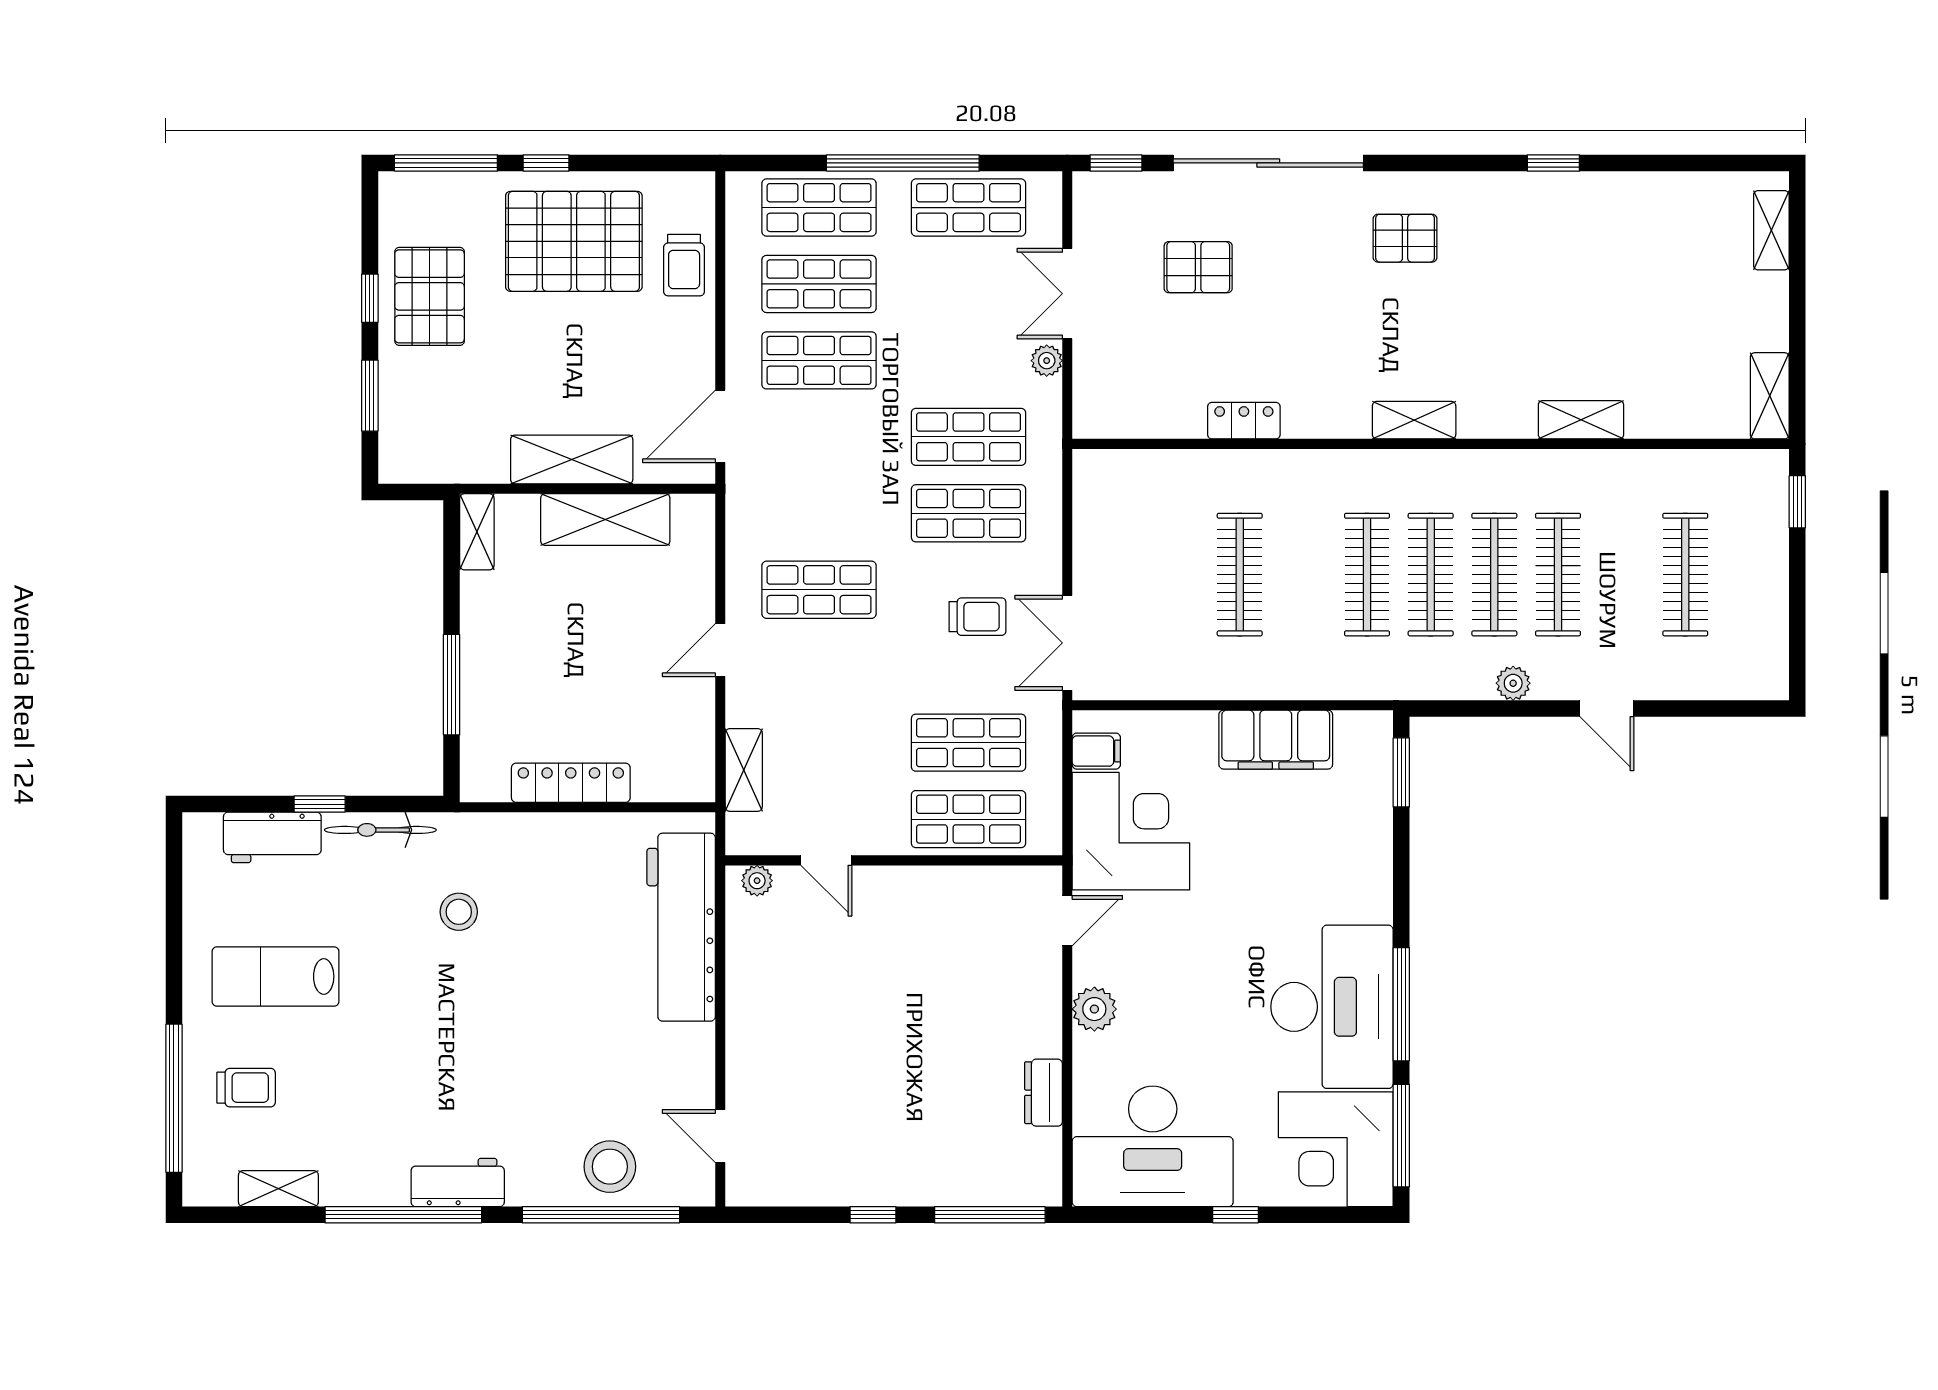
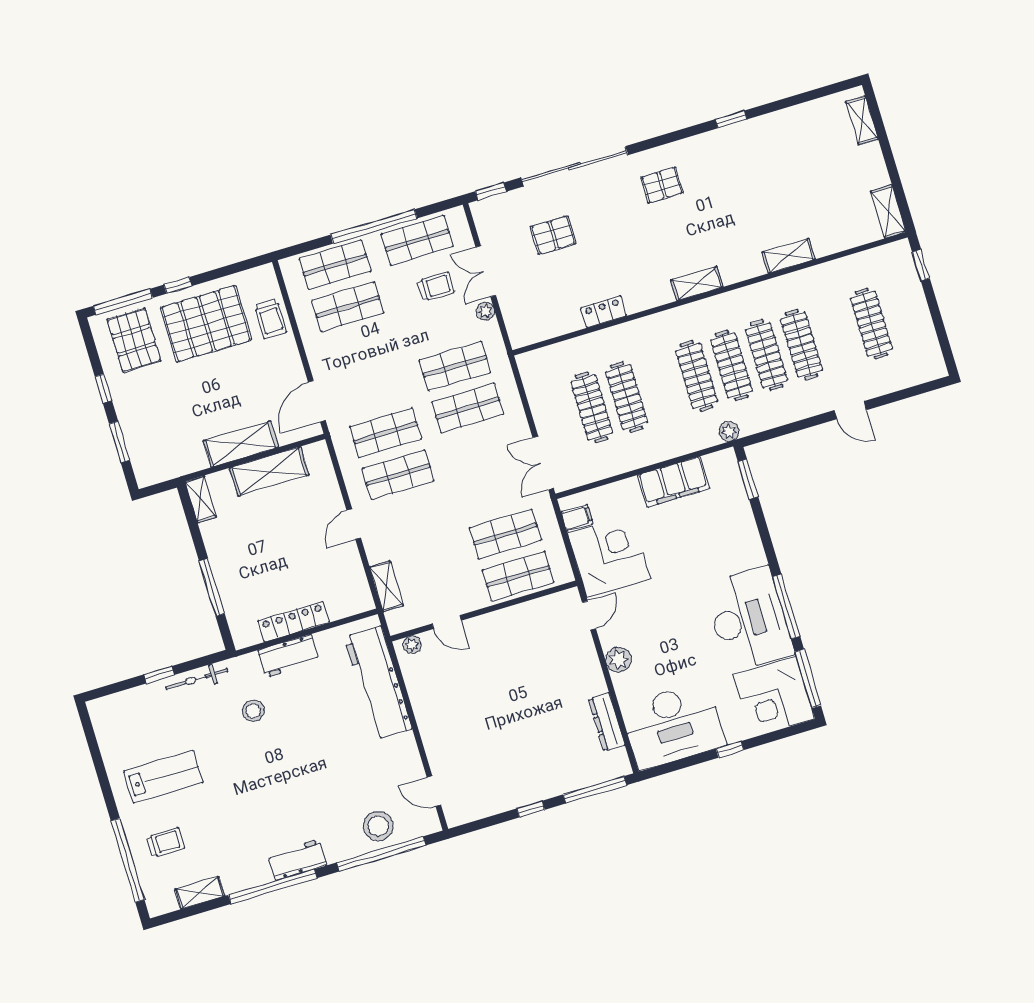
pallet: (430, 296) -> (134, 340), moved
shop shelf: (819, 360) -> (386, 433), moved
clothes rail: (1176, 575) -> (592, 408), added
trolley: (977, 617) -> (436, 286), moved
plant: (1513, 683) -> (729, 431), moved
workbench: (272, 837) -> (288, 656), moved
lab bench: (276, 977) -> (163, 777), turned 180
dresser: (1044, 1093) -> (607, 722), width x1.44

